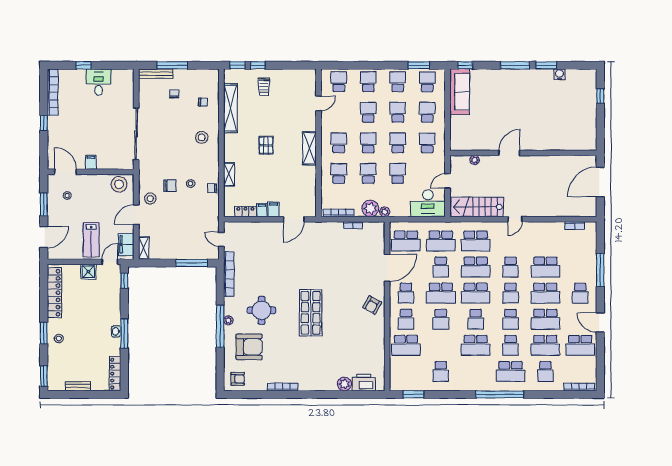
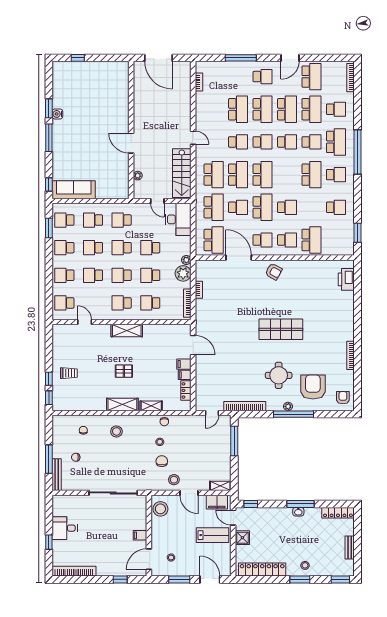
water cooler: (559, 74) -> (57, 114), moved
shelving: (230, 108) -> (122, 404), moved, width x0.68
window: (44, 123) -> (120, 579), moved
school desk: (476, 319) -> (336, 175), moved
plant: (344, 384) -> (348, 298), removed

